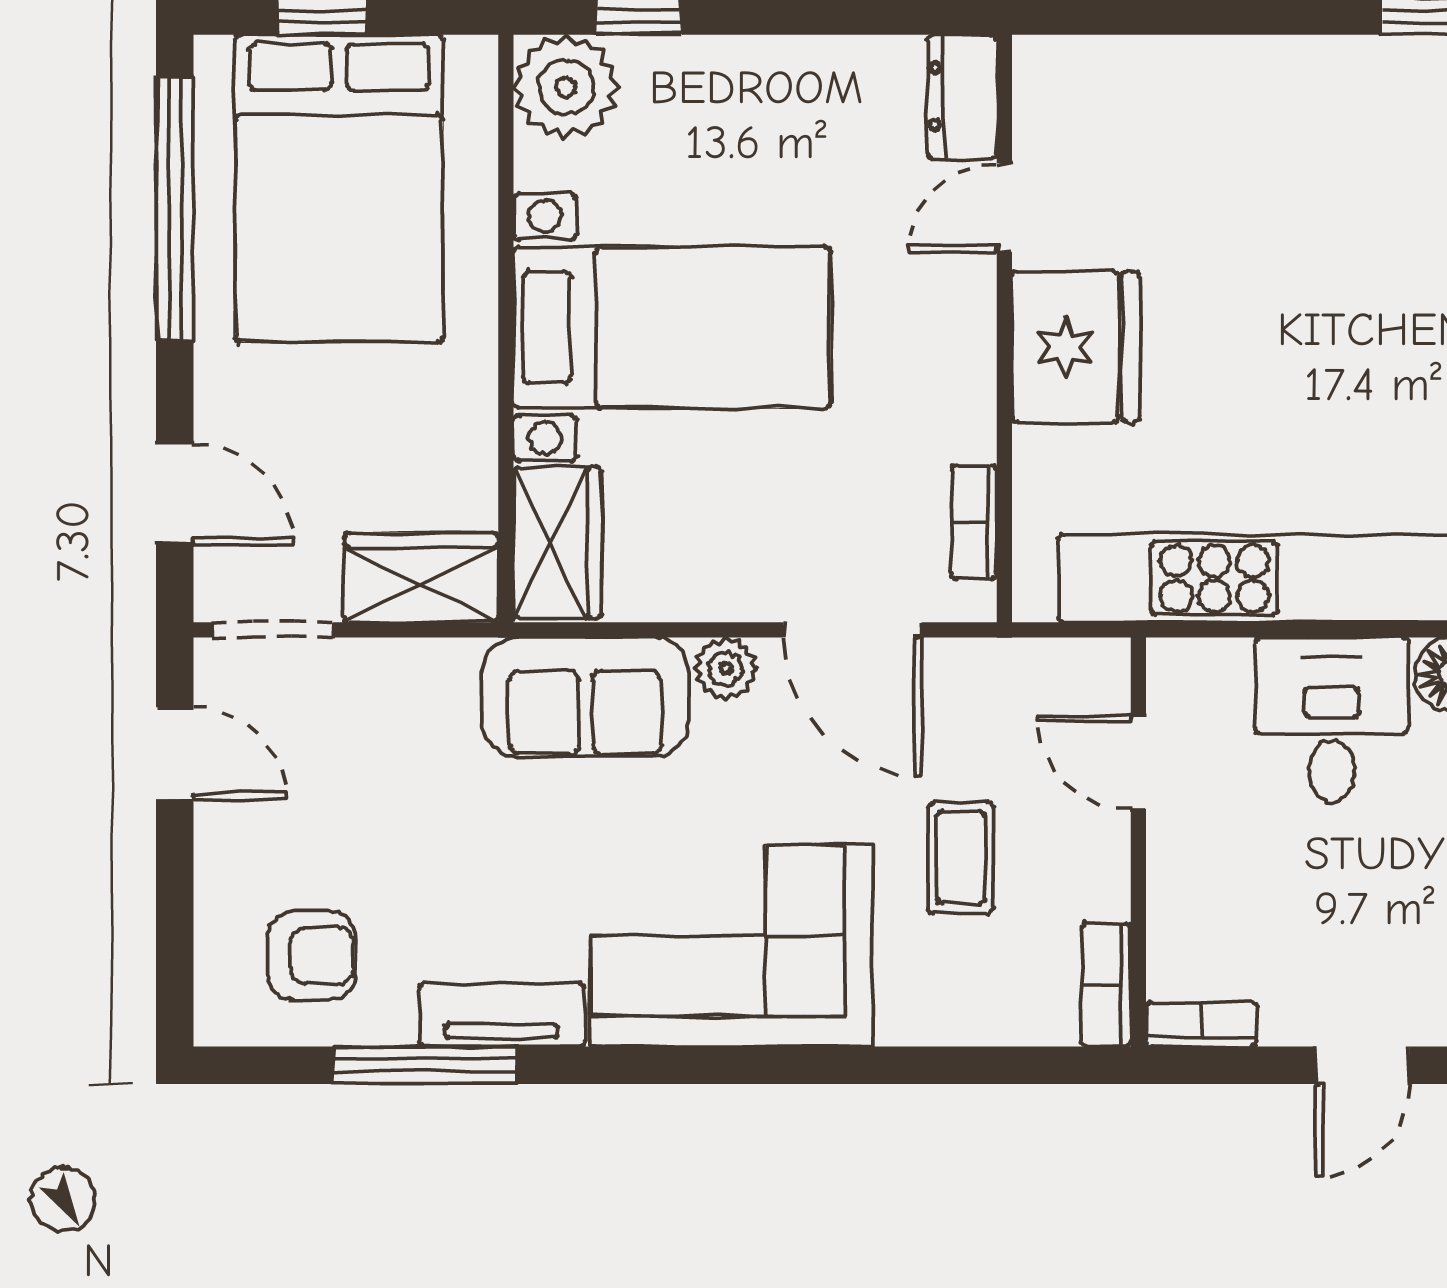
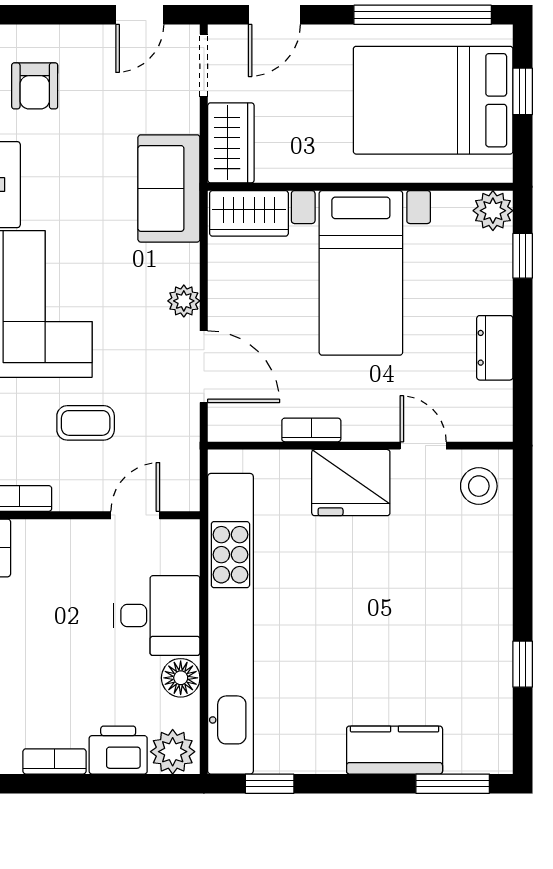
plant: (566, 87) -> (493, 211), width x0.73, depth x0.73
dresser: (962, 97) -> (495, 348), moved, turned -90
stool: (1082, 100) -> (479, 486), added
bookcase: (974, 522) -> (311, 430), moved
door: (853, 630) -> (204, 367), swing flipped
sofa: (585, 697) -> (169, 188), moved

